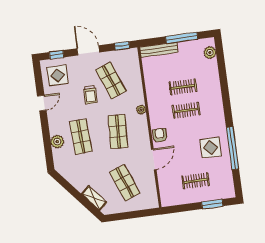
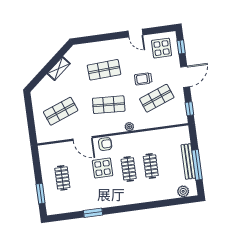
bench: (159, 50) -> (188, 161), moved
plant: (57, 142) -> (99, 48), removed
display table: (211, 148) -> (103, 168), moved
window: (233, 148) -> (93, 213), width x0.47
shelving: (94, 198) -> (59, 69), moved

